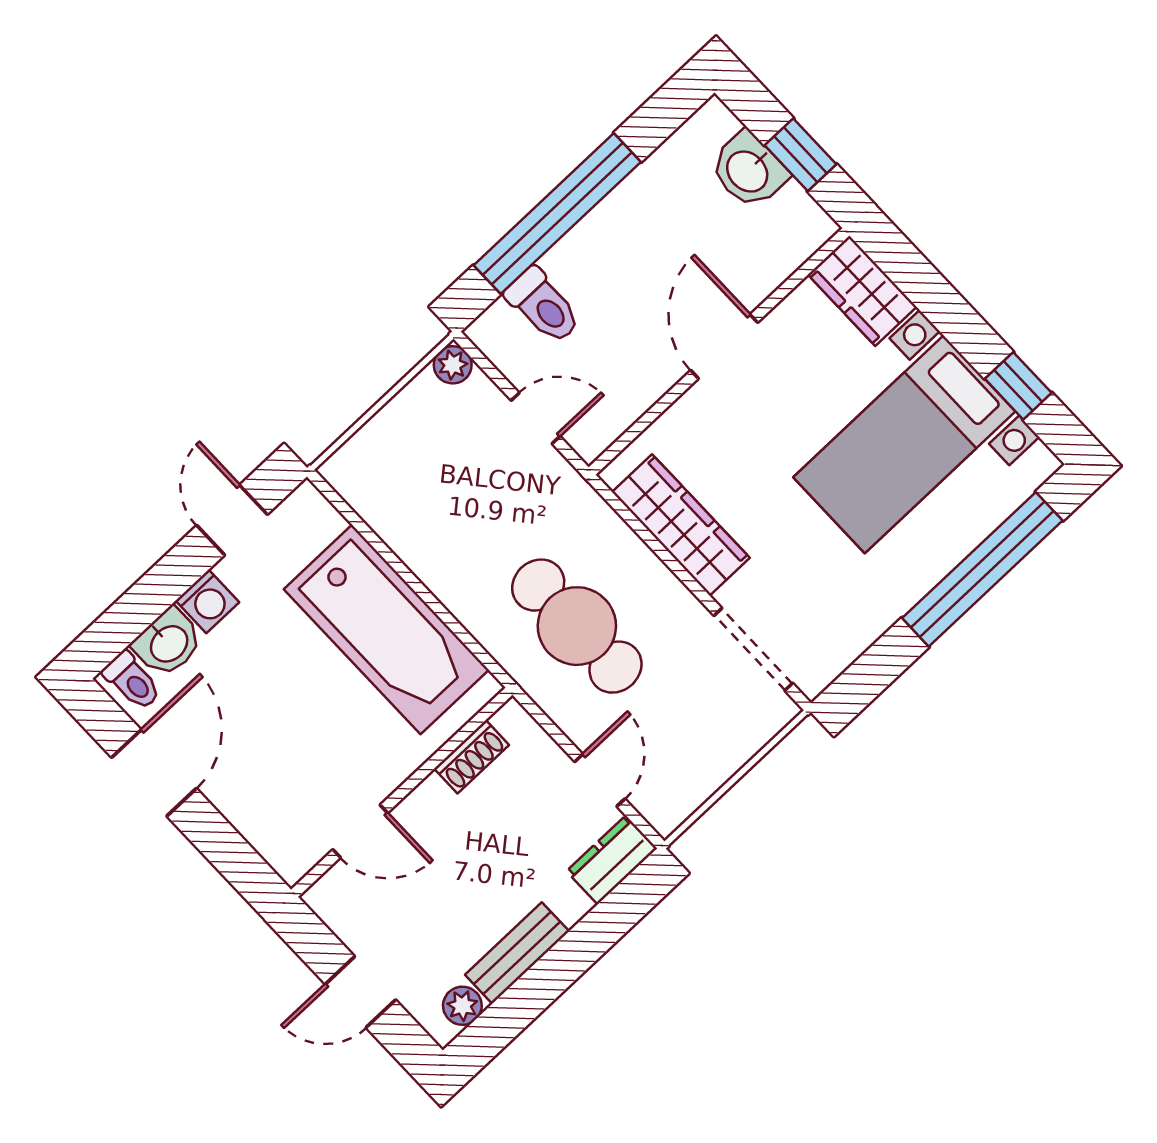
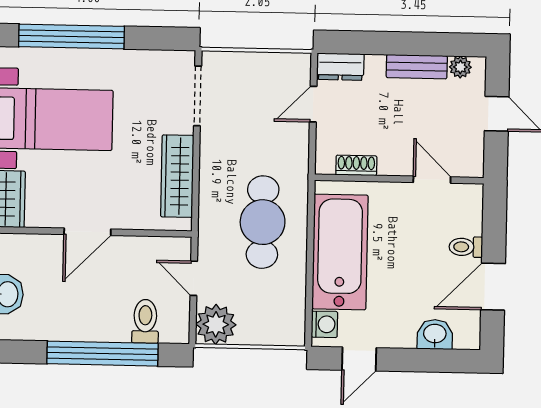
plant: (453, 365) -> (216, 324), width x1.88, depth x1.88
washing machine: (207, 601) -> (324, 324), moved, turned 90
cafe table: (577, 626) -> (263, 222), moved
toilet: (132, 681) -> (466, 247), moved, turned -90

